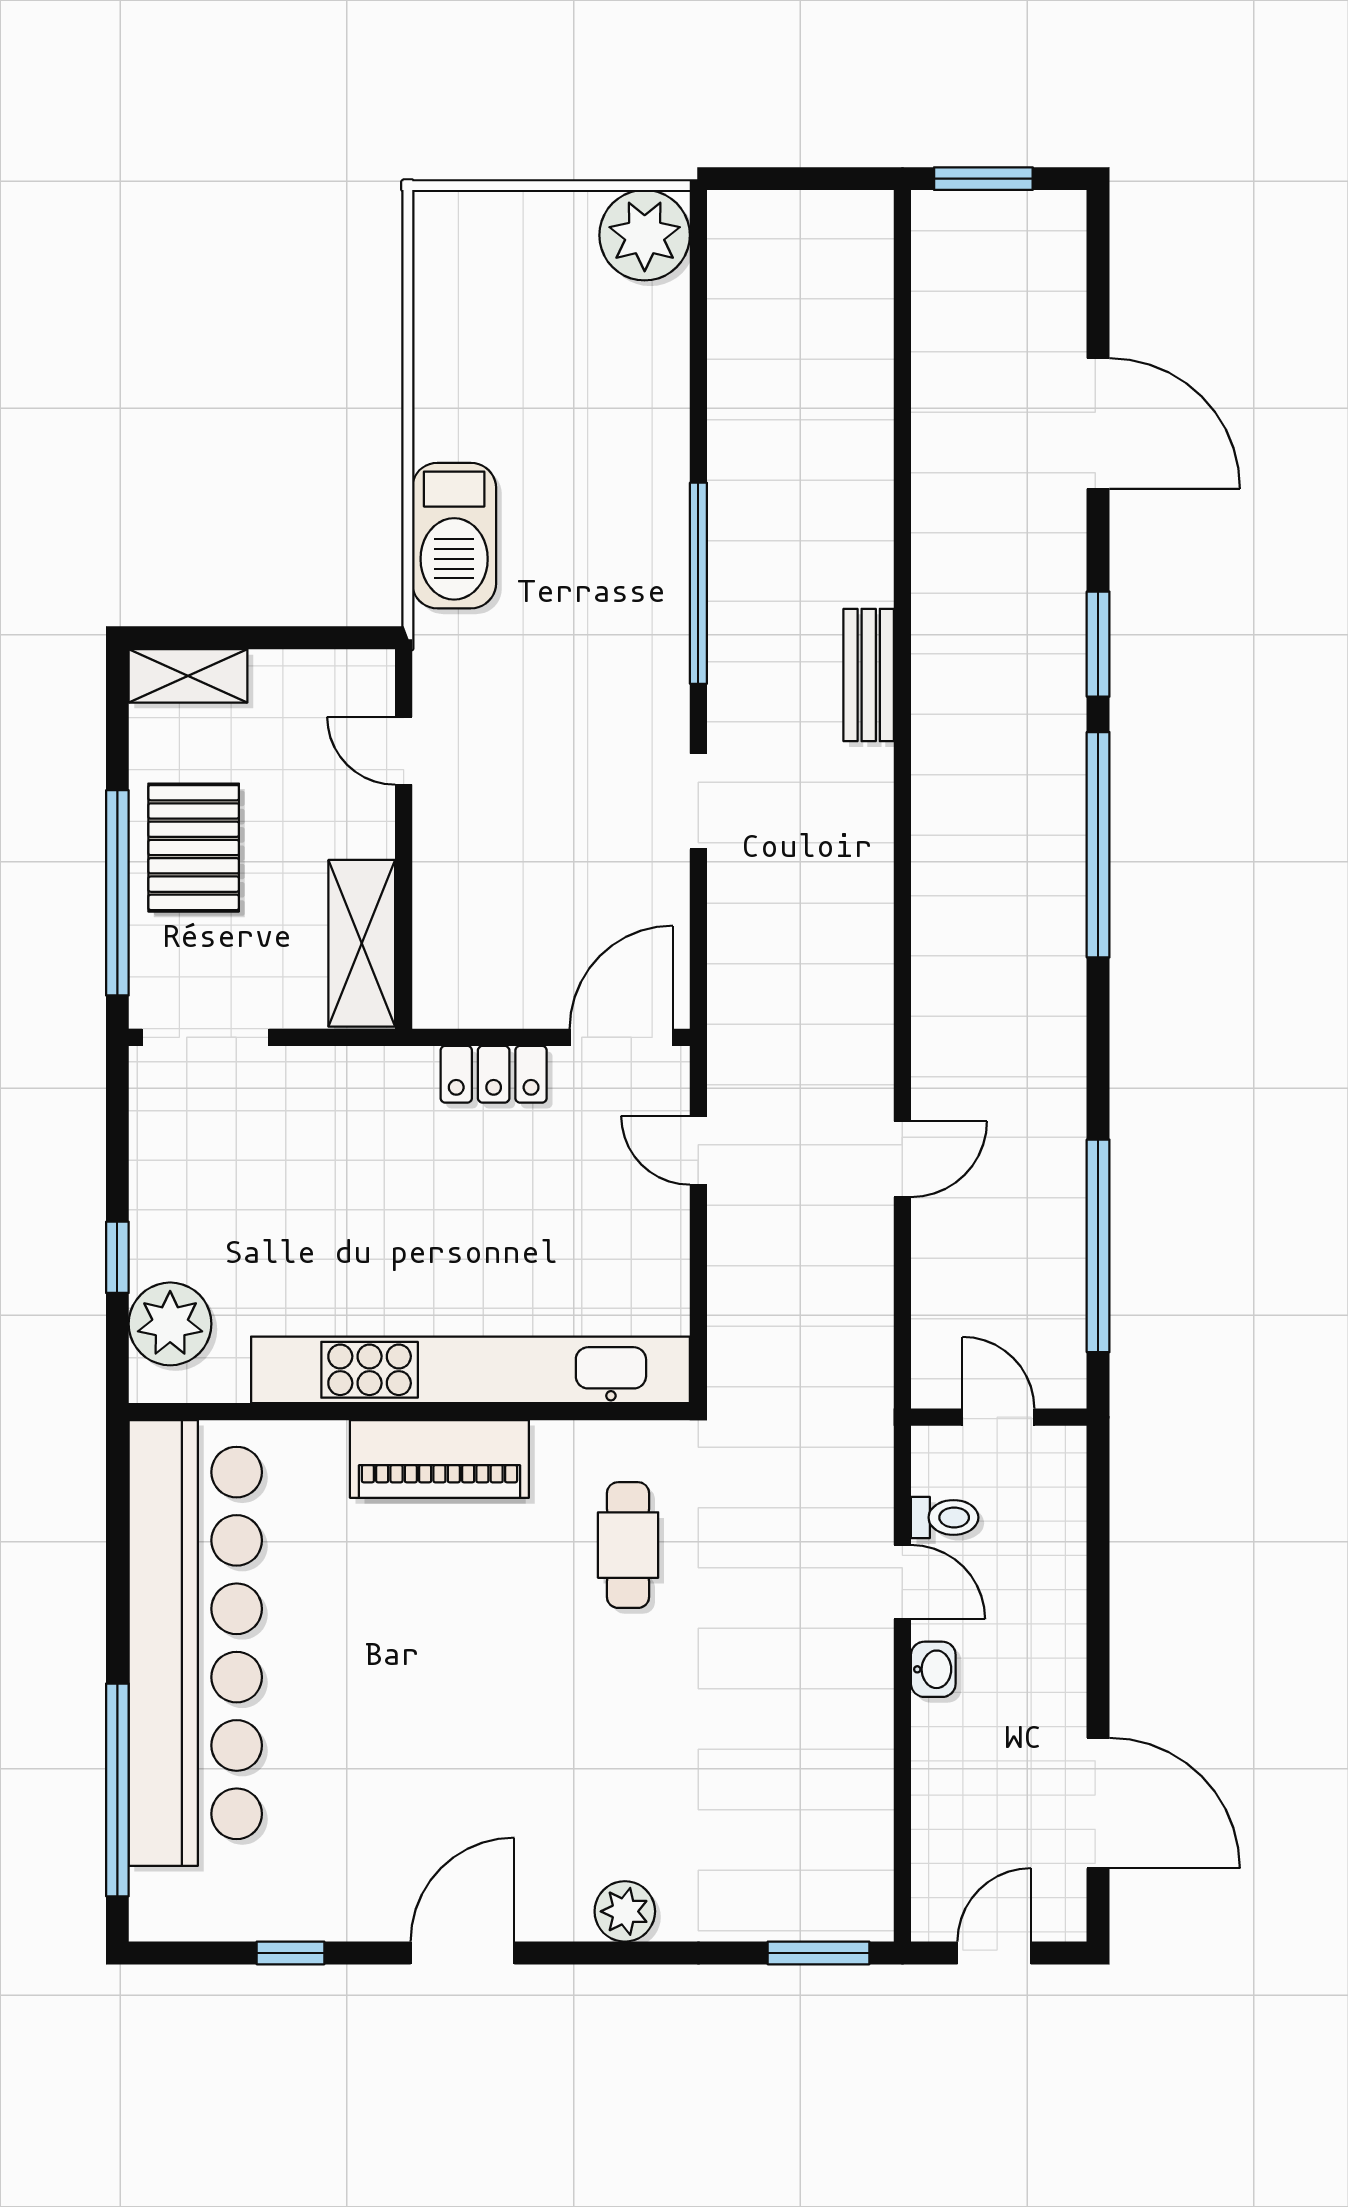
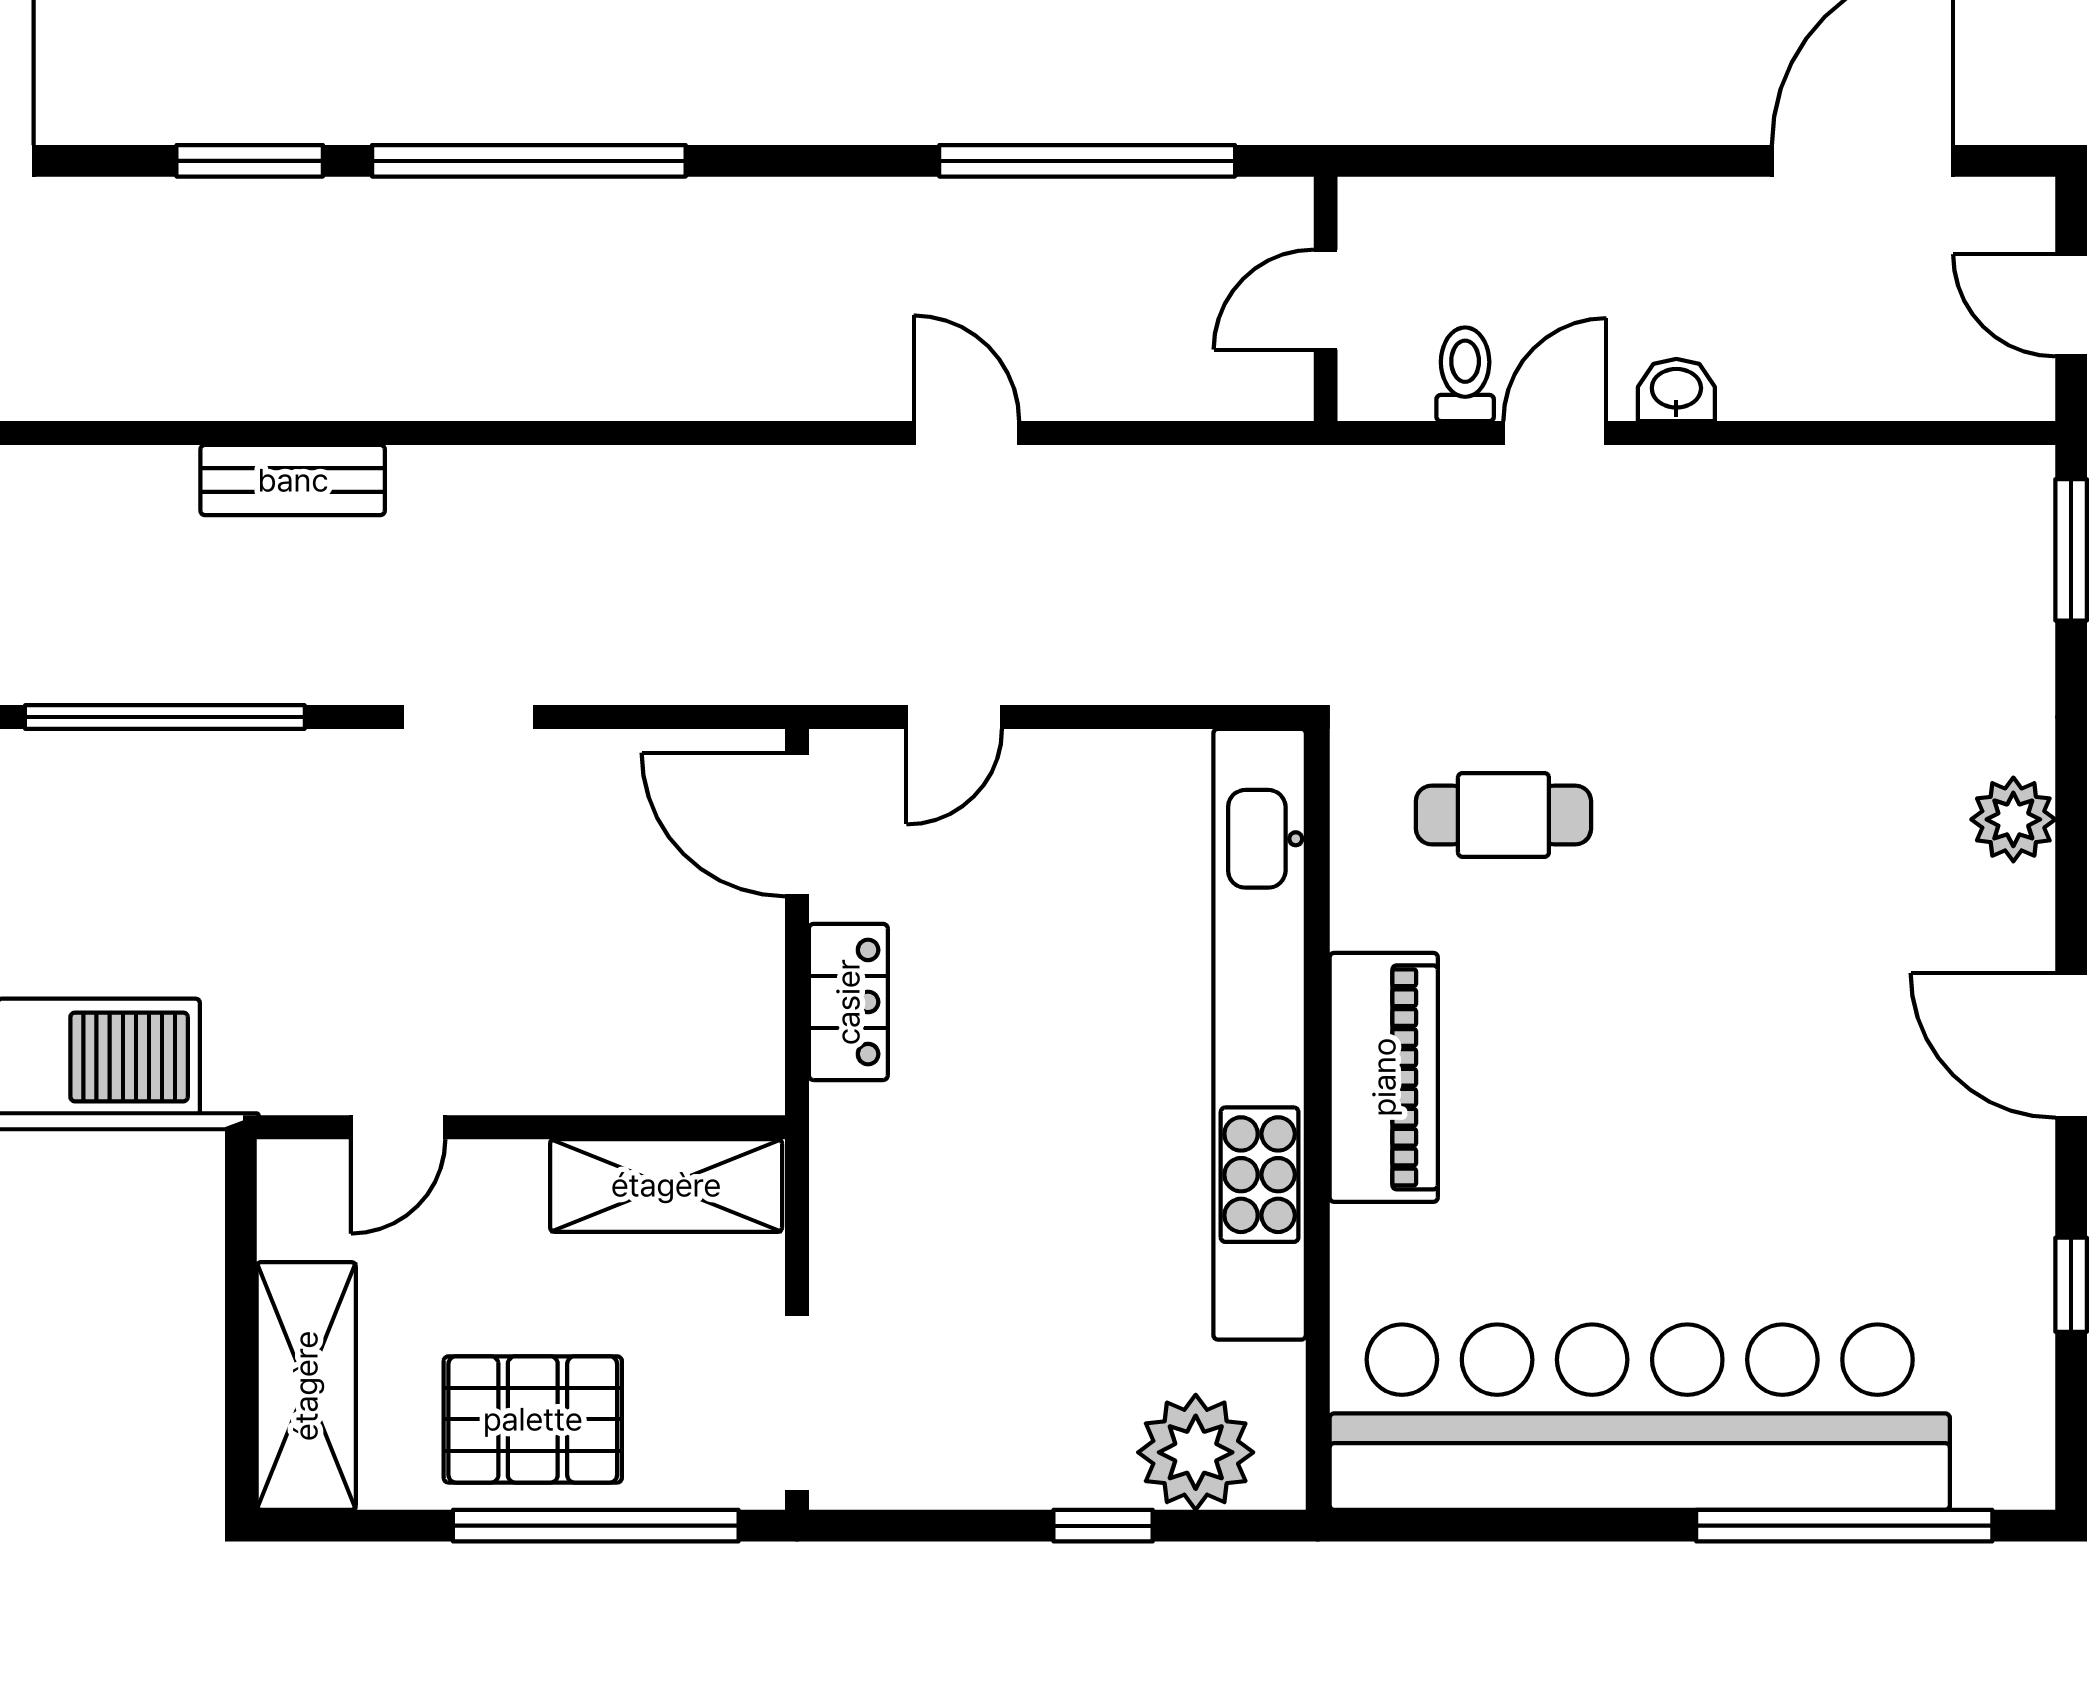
shelving: (188, 676) -> (306, 1386), width x1.50, depth x1.33

